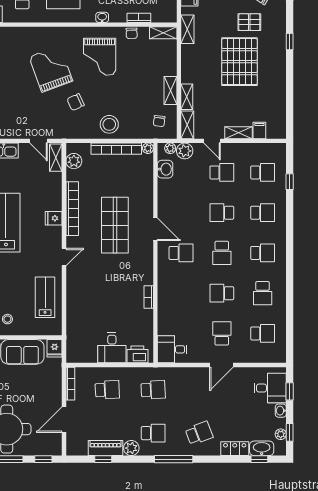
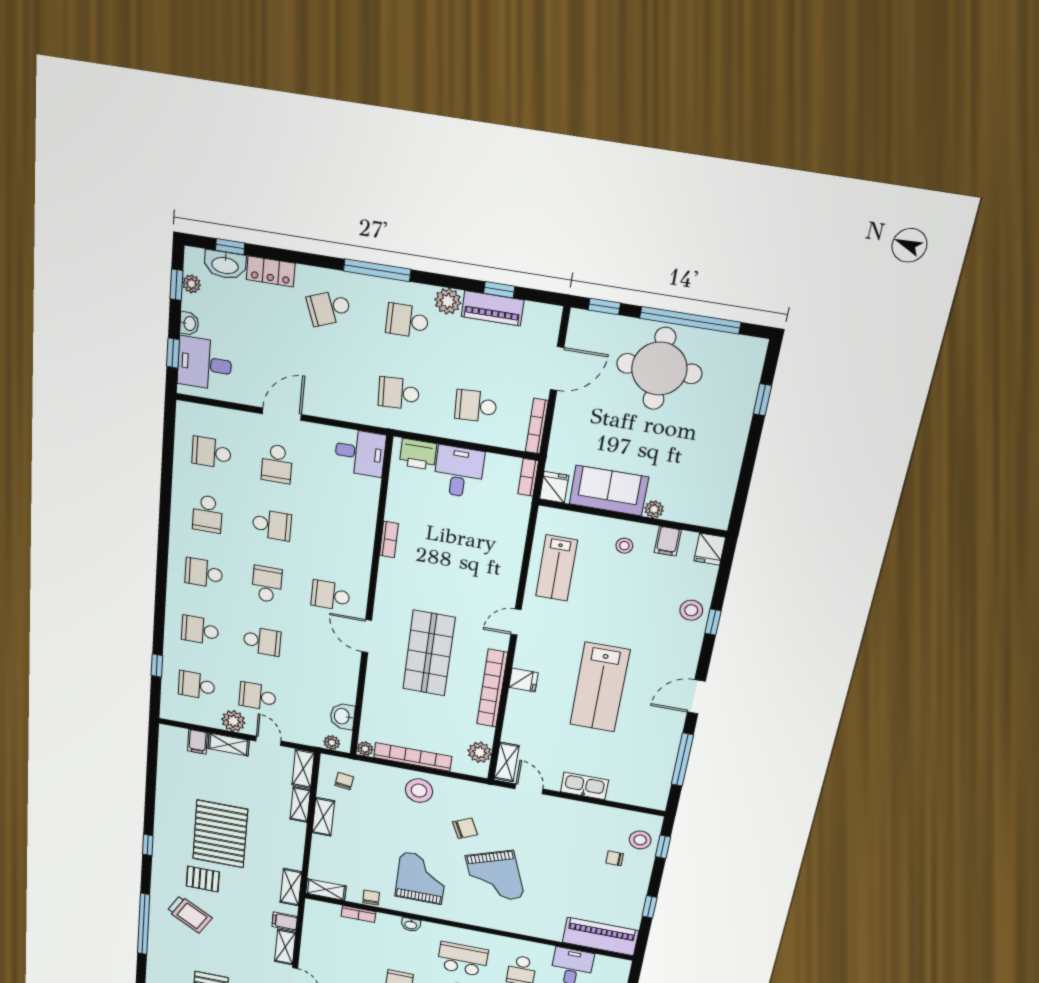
plant: (185, 151) -> (233, 721), moved
school desk: (263, 293) -> (208, 514), turned 180
bookcase: (71, 352) -> (528, 477), added

